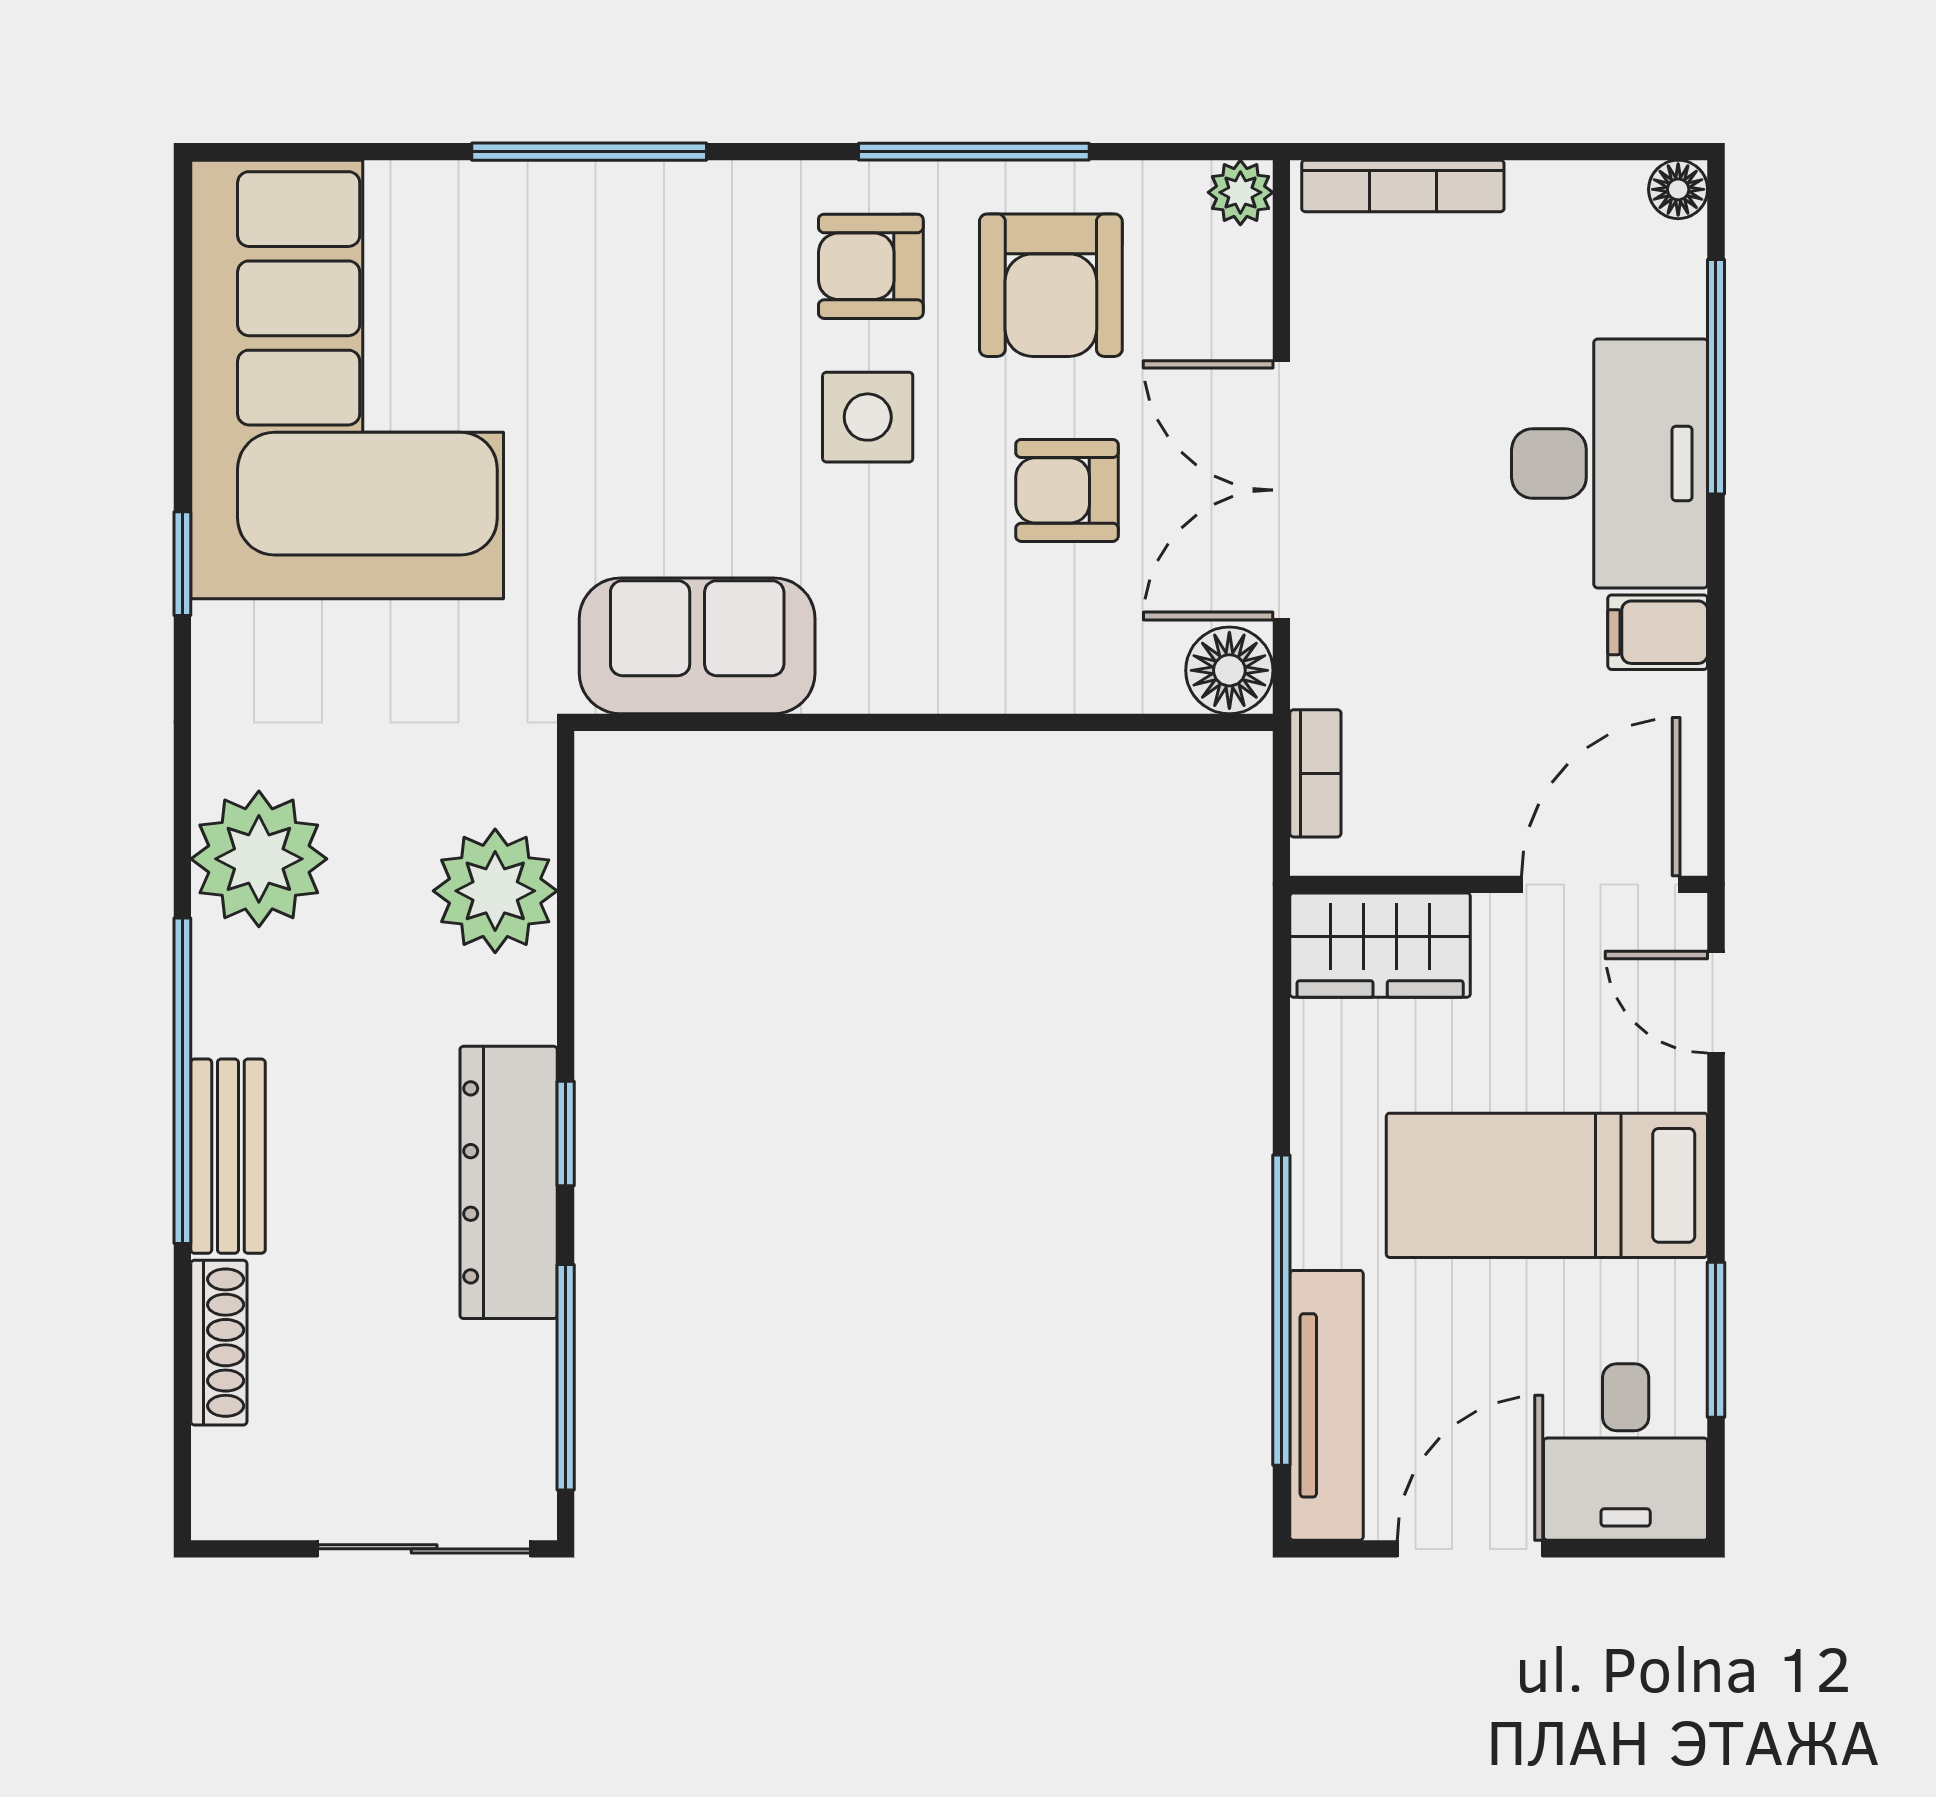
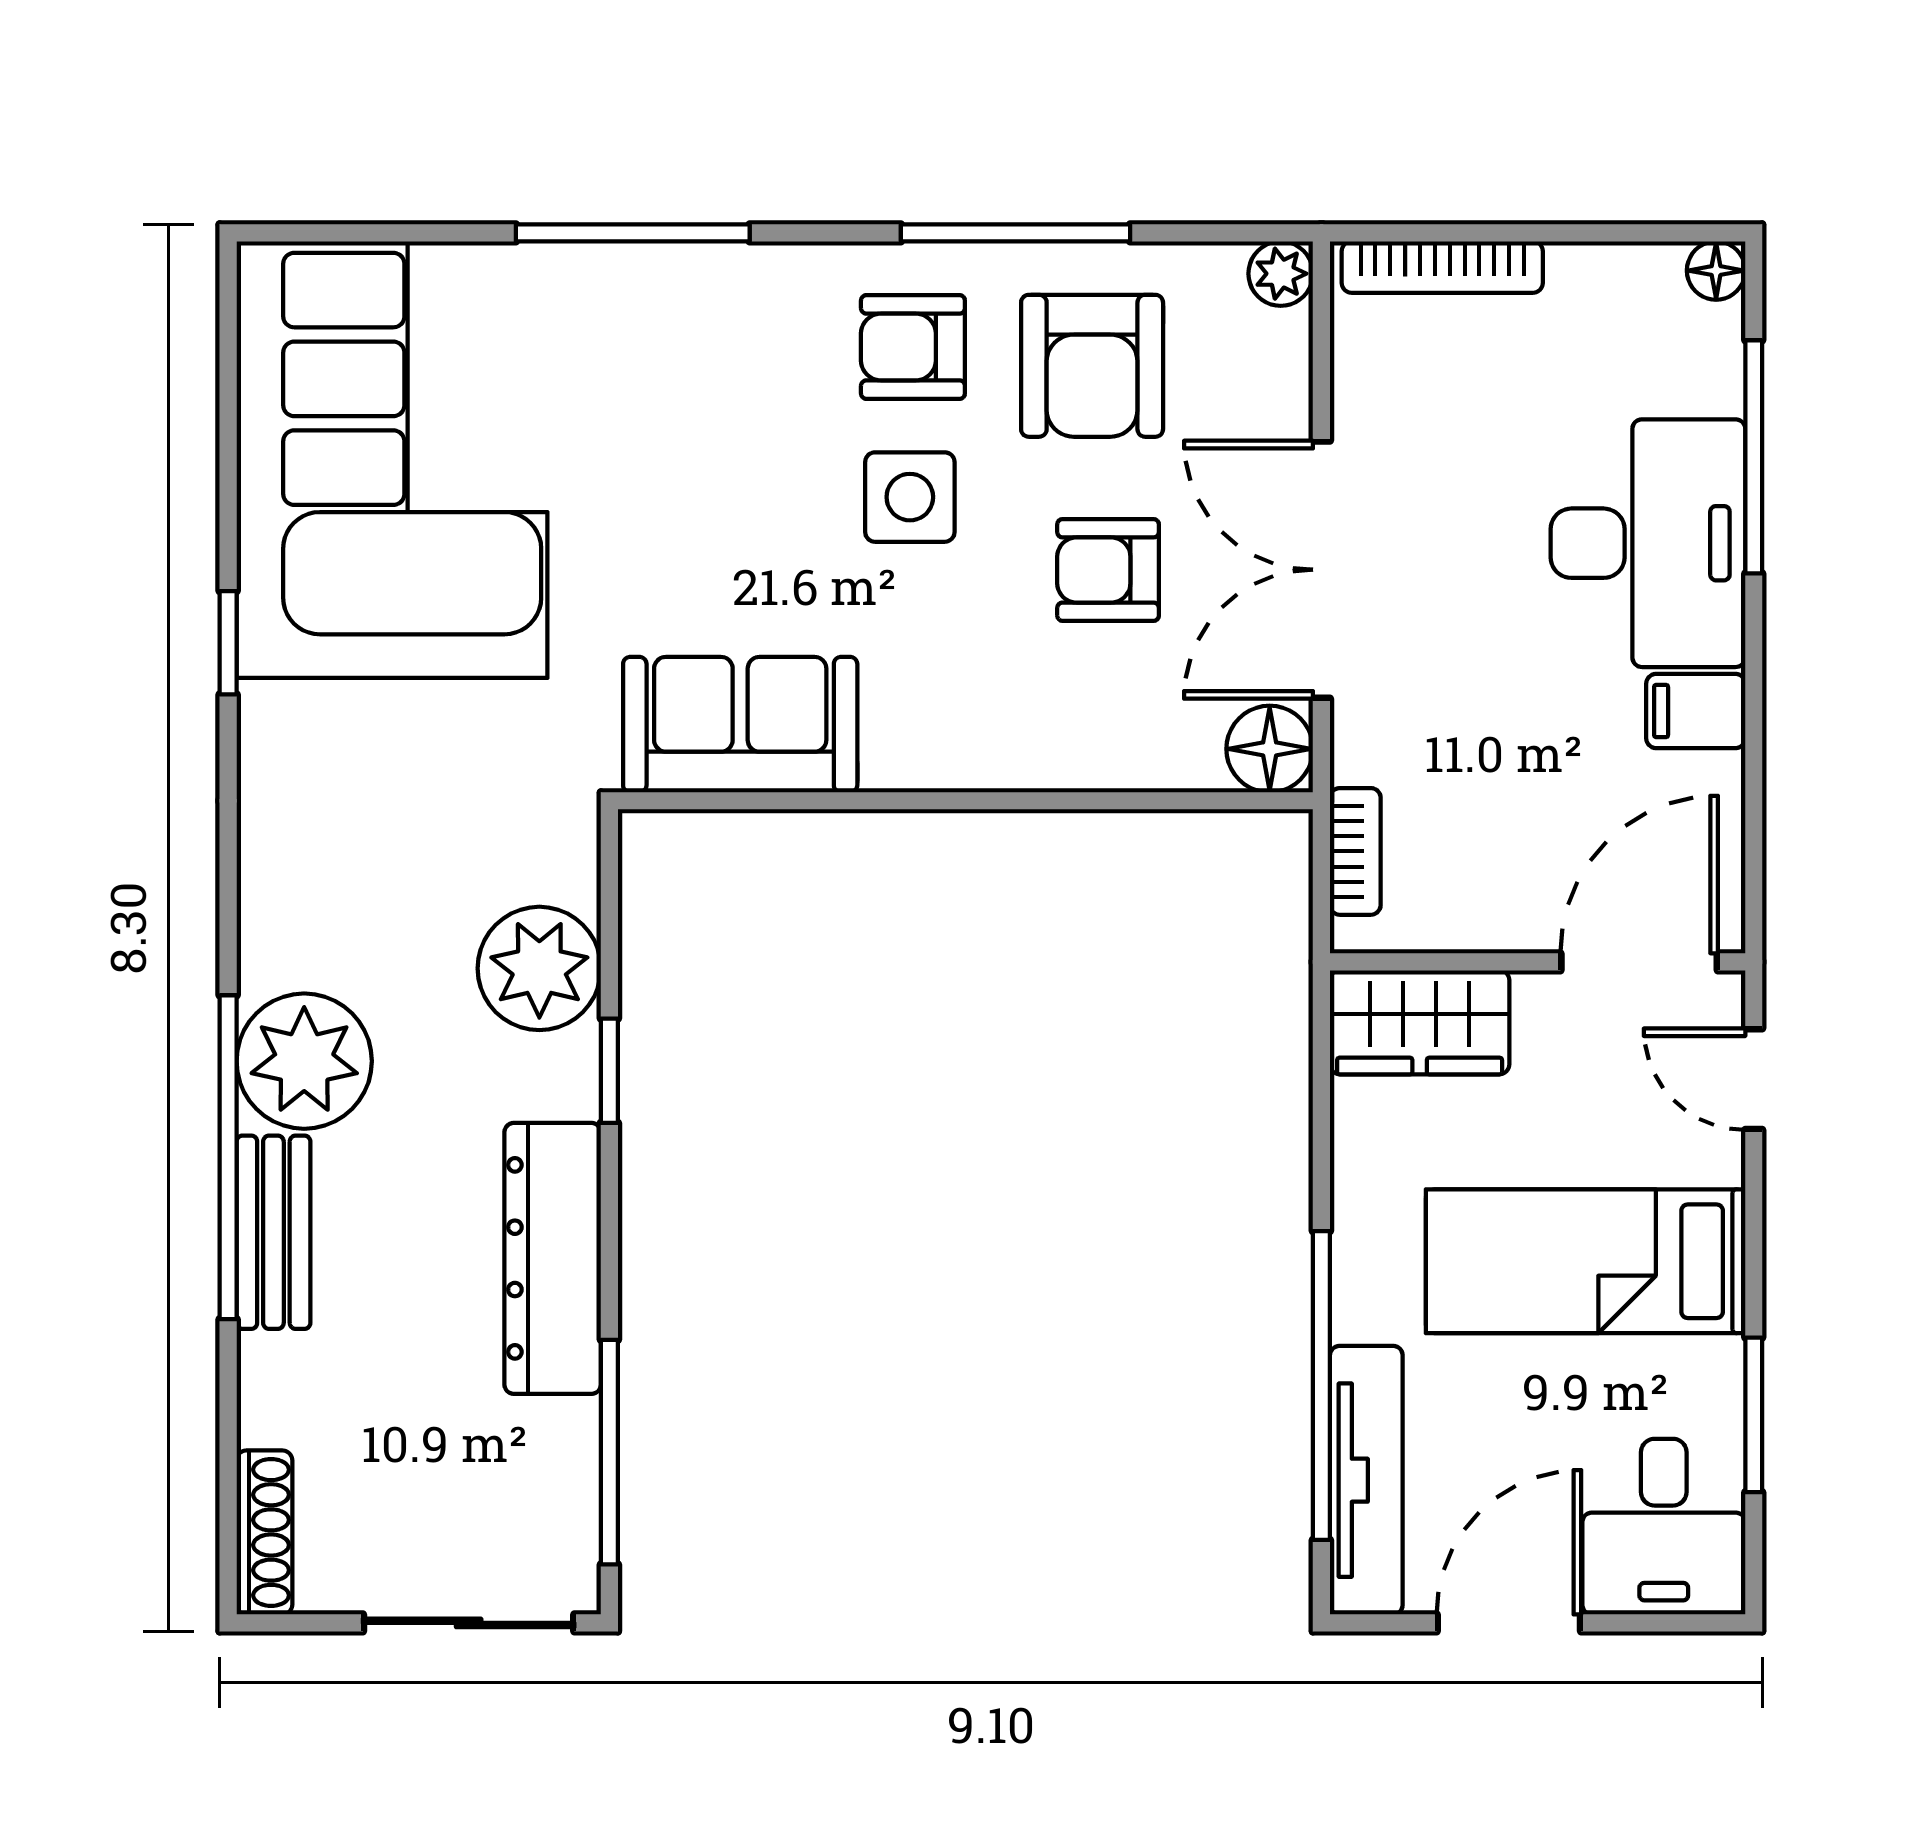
plant: (259, 859) -> (304, 1061), moved
window: (566, 1133) -> (609, 1071), moved
shoe rack: (219, 1343) -> (264, 1532), moved

